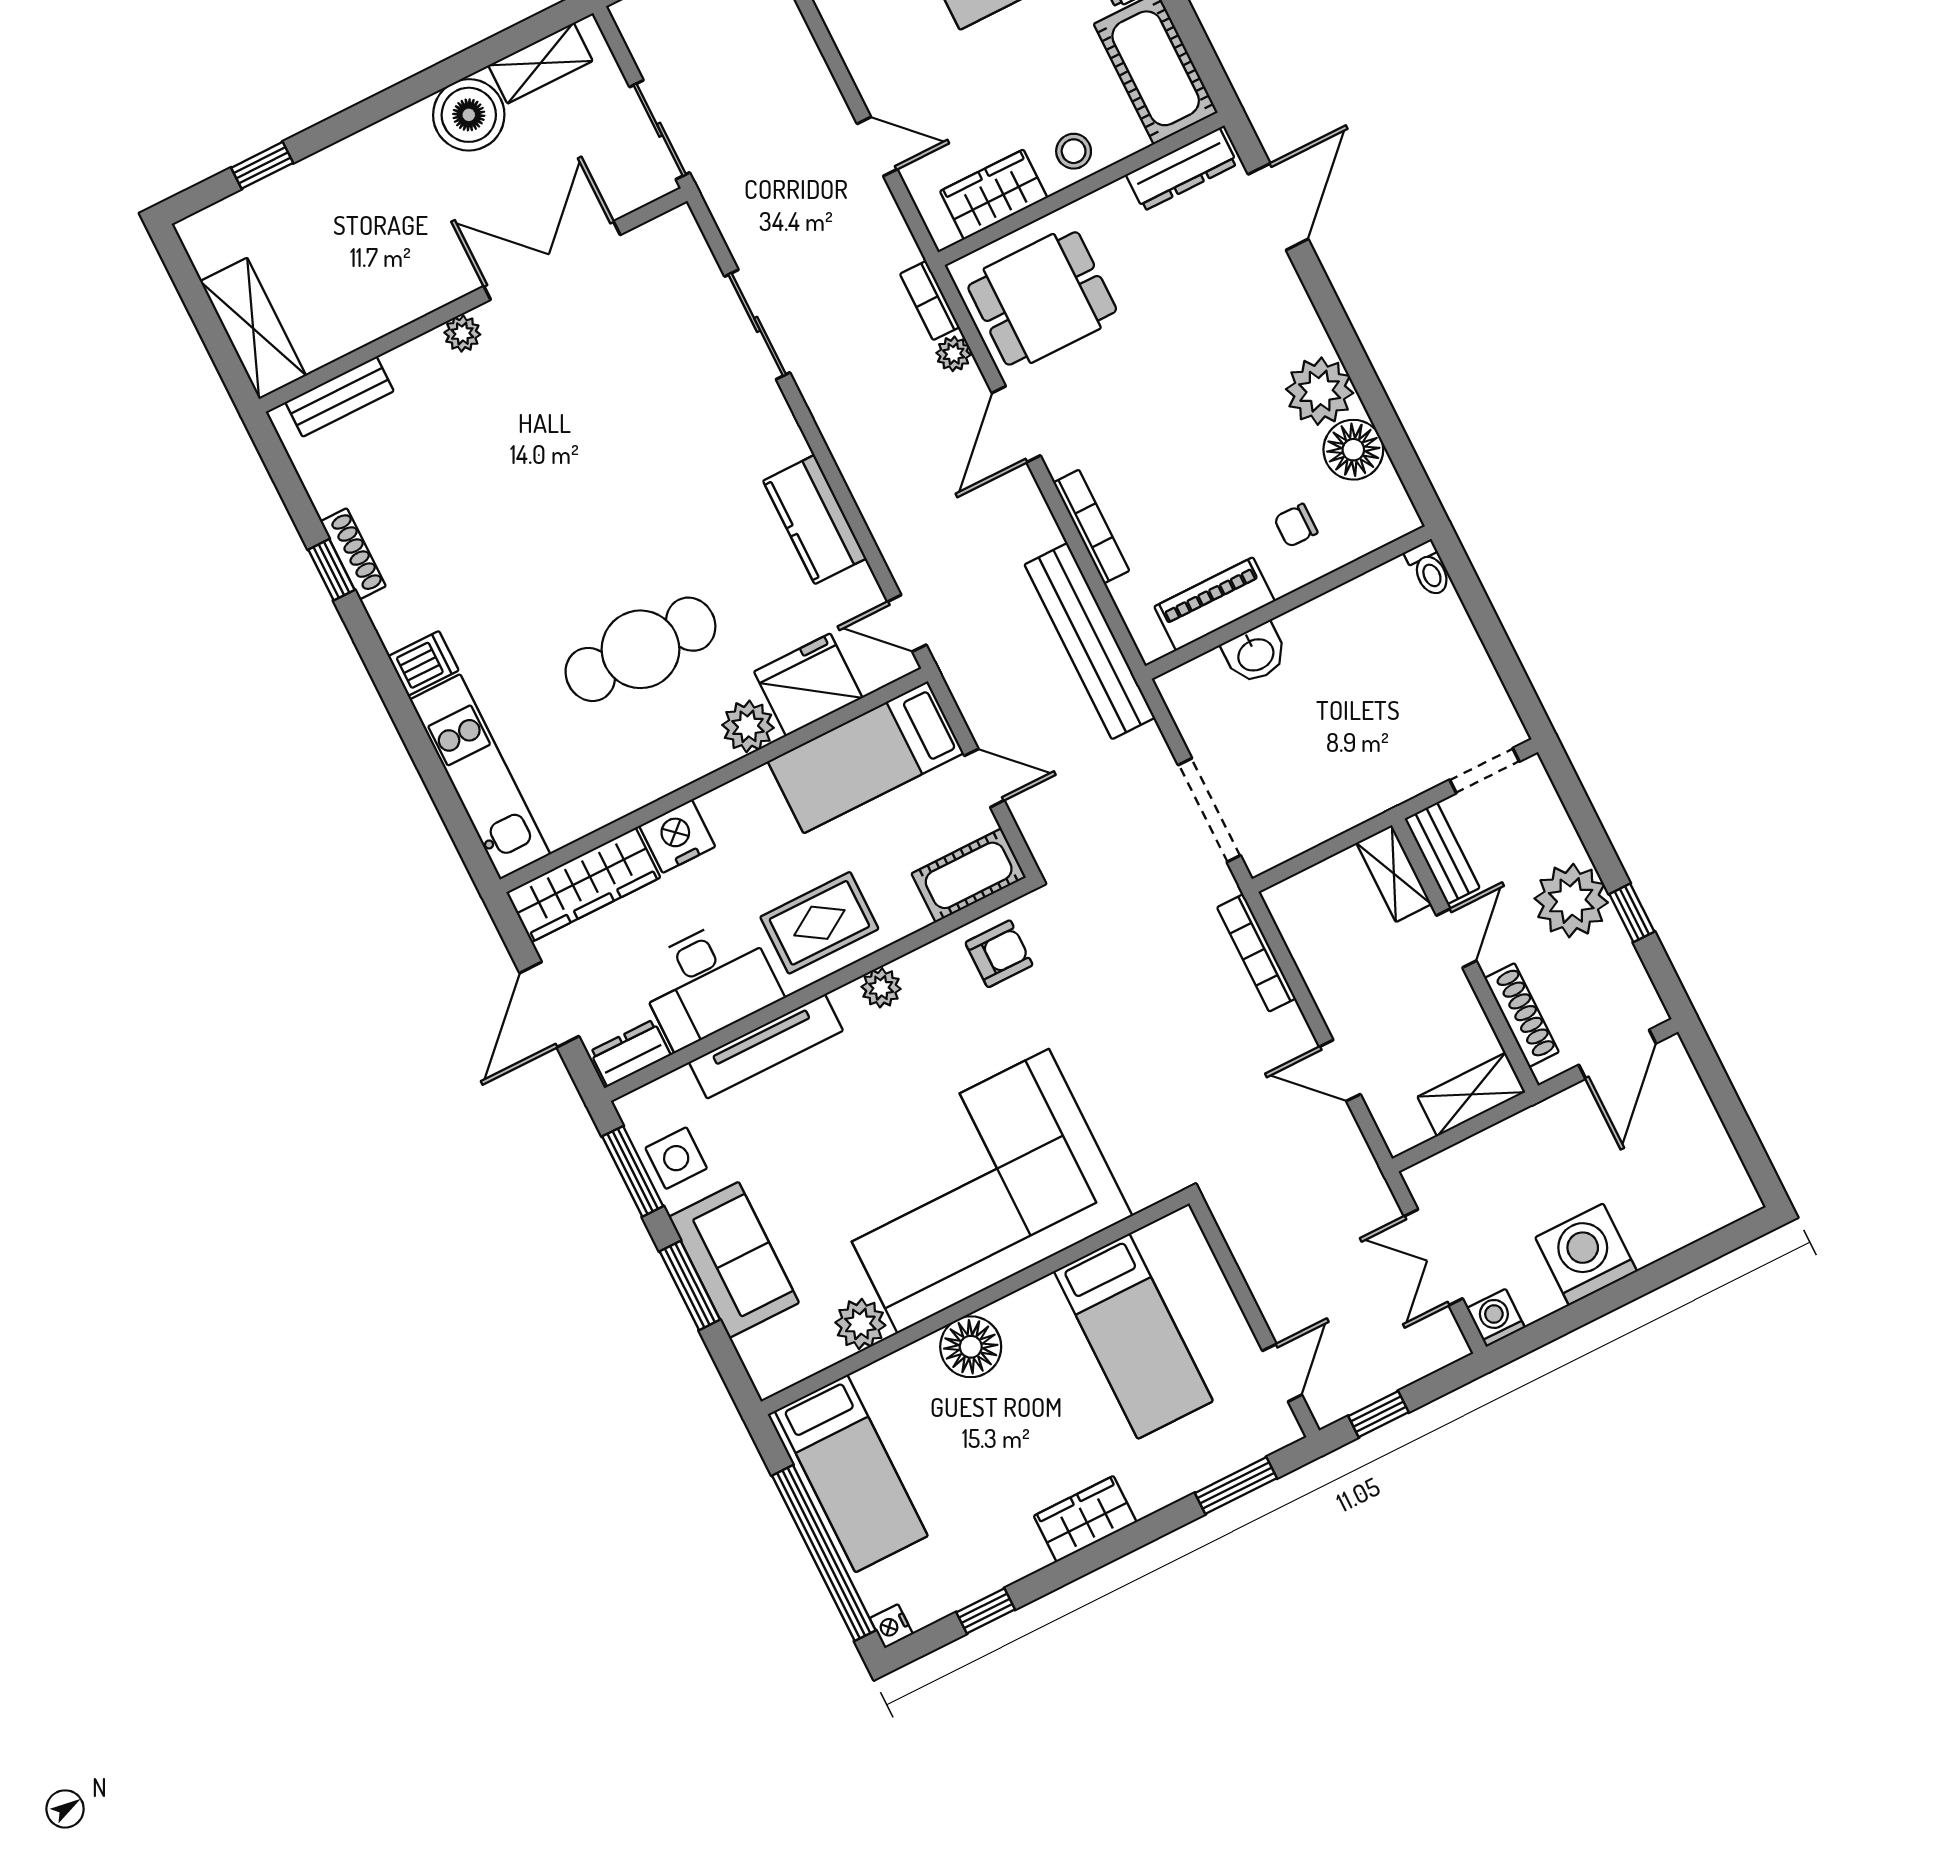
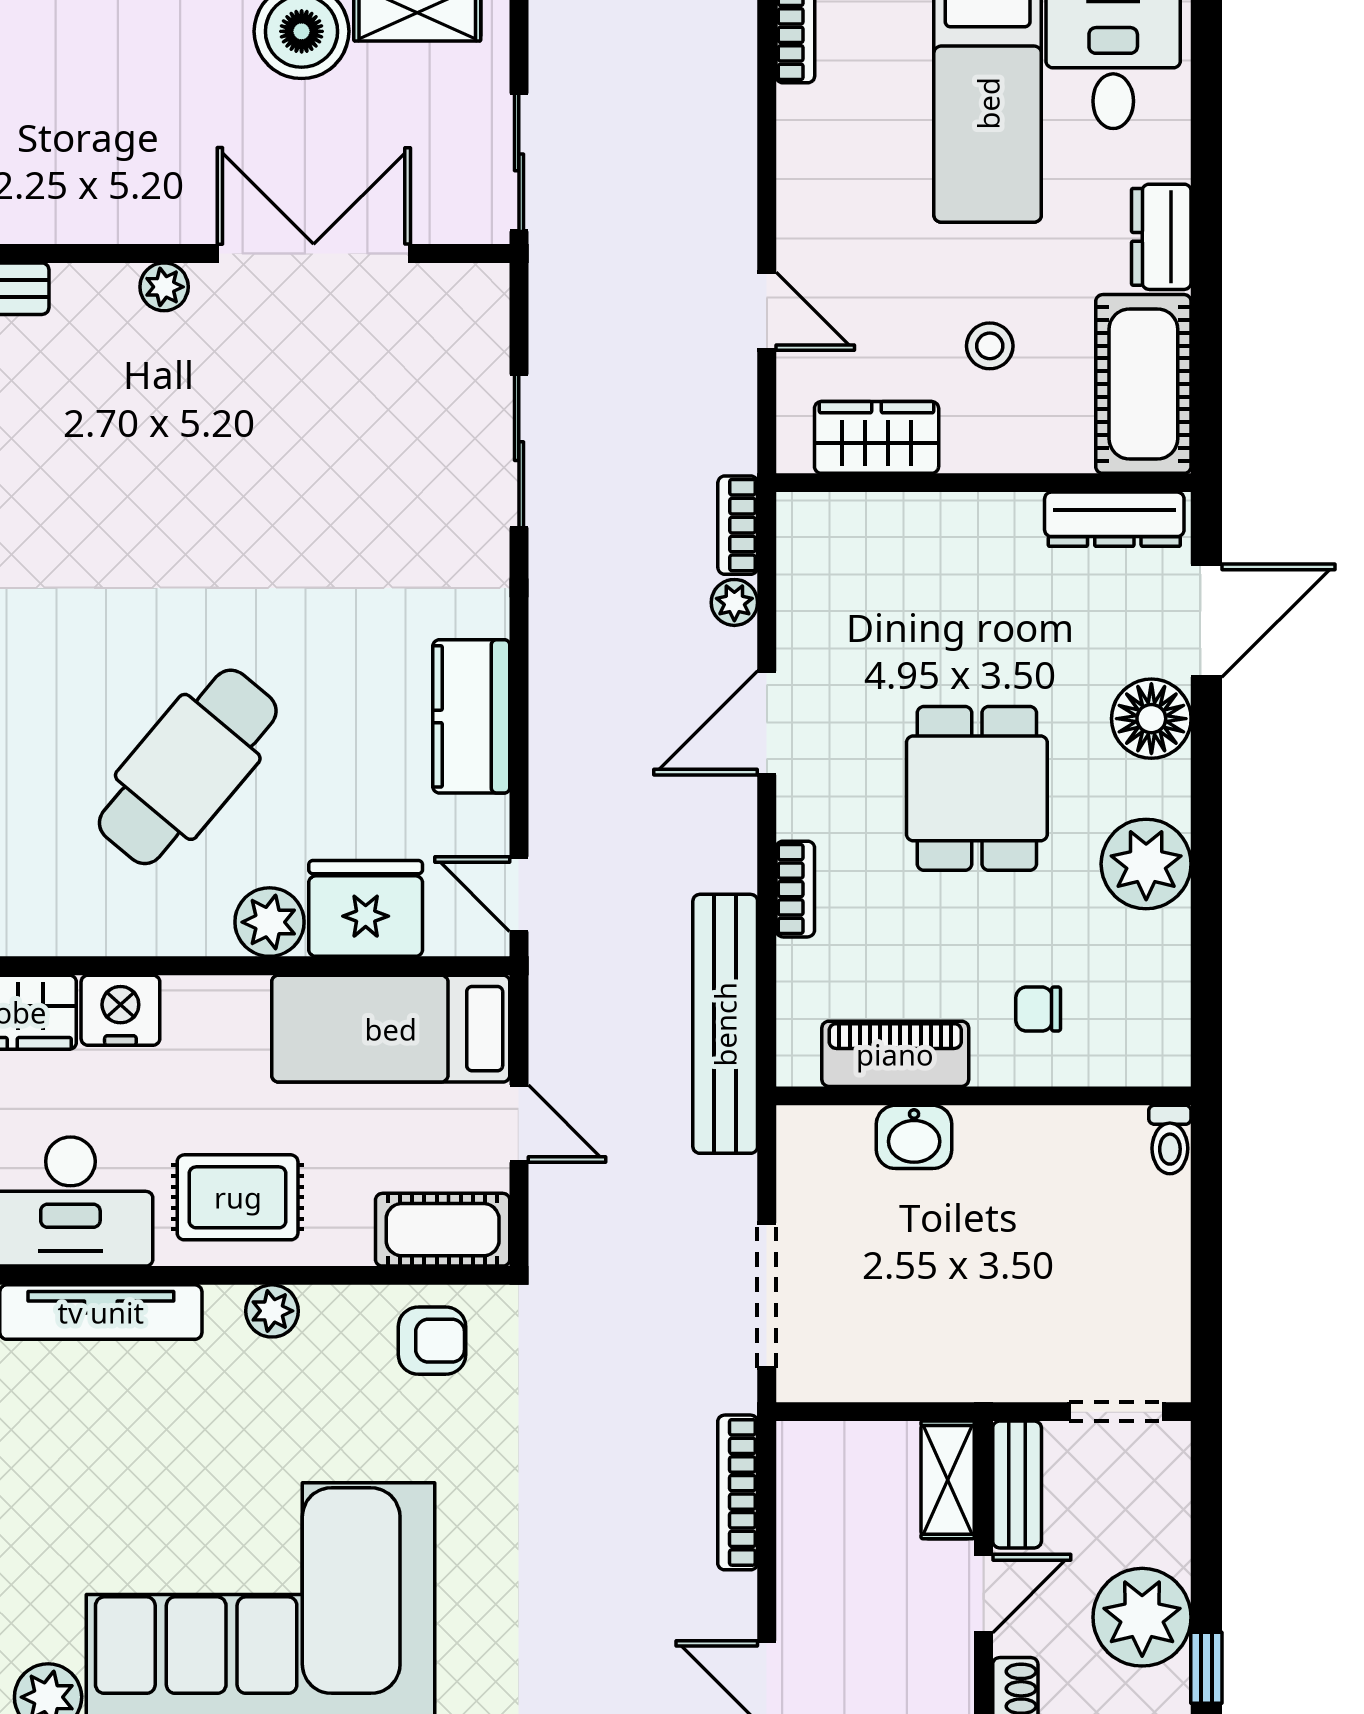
stool: (1074, 151) -> (990, 346), moved
dining table: (1042, 298) -> (977, 788), moved, turned 90
floor lamp: (1353, 450) -> (1151, 719), moved
bookcase: (1091, 527) -> (795, 889), width x0.64
cafe table: (640, 649) -> (188, 767), turned -50

